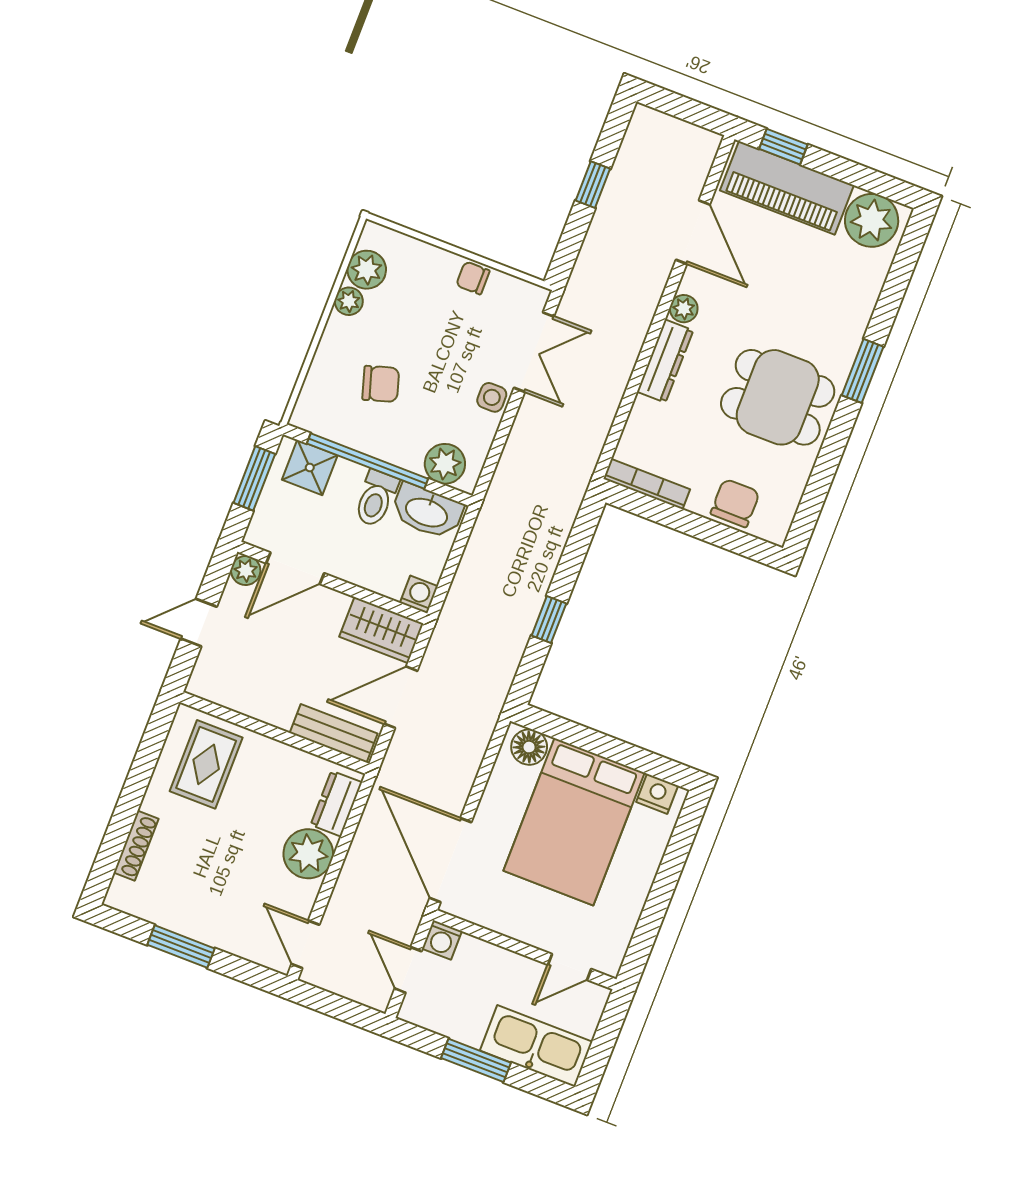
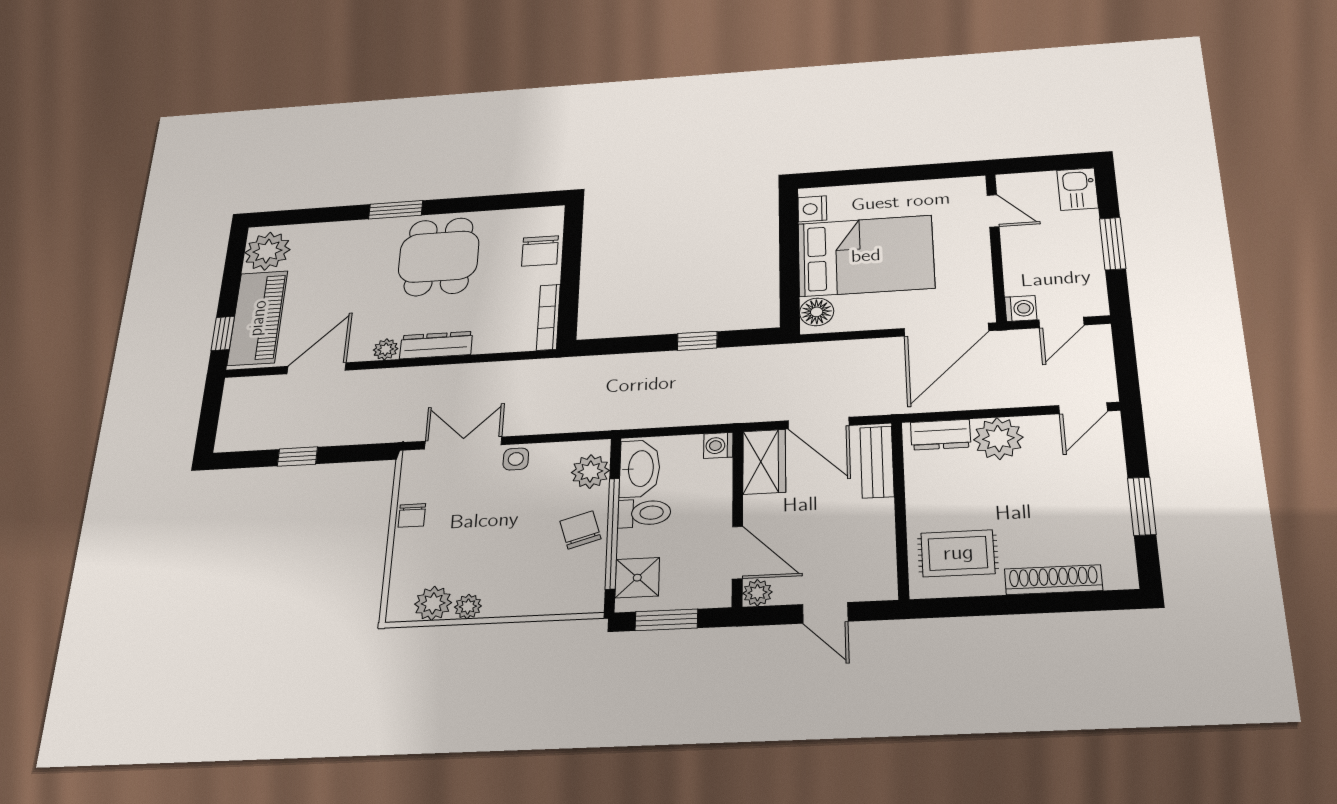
chair: (381, 384) -> (580, 530), moved
chair: (735, 503) -> (540, 251), turned -90
shoe rack: (136, 846) -> (1053, 580), width x1.36, depth x1.24
kitchen sink: (536, 1046) -> (1078, 189), width x0.53, depth x0.81

